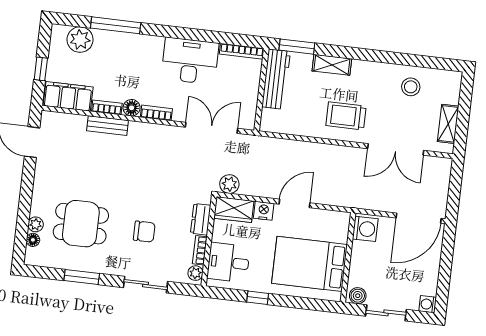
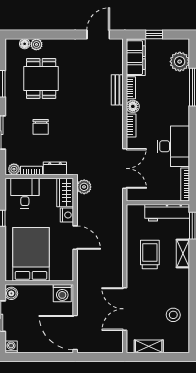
trolley: (346, 116) -> (150, 254), moved

